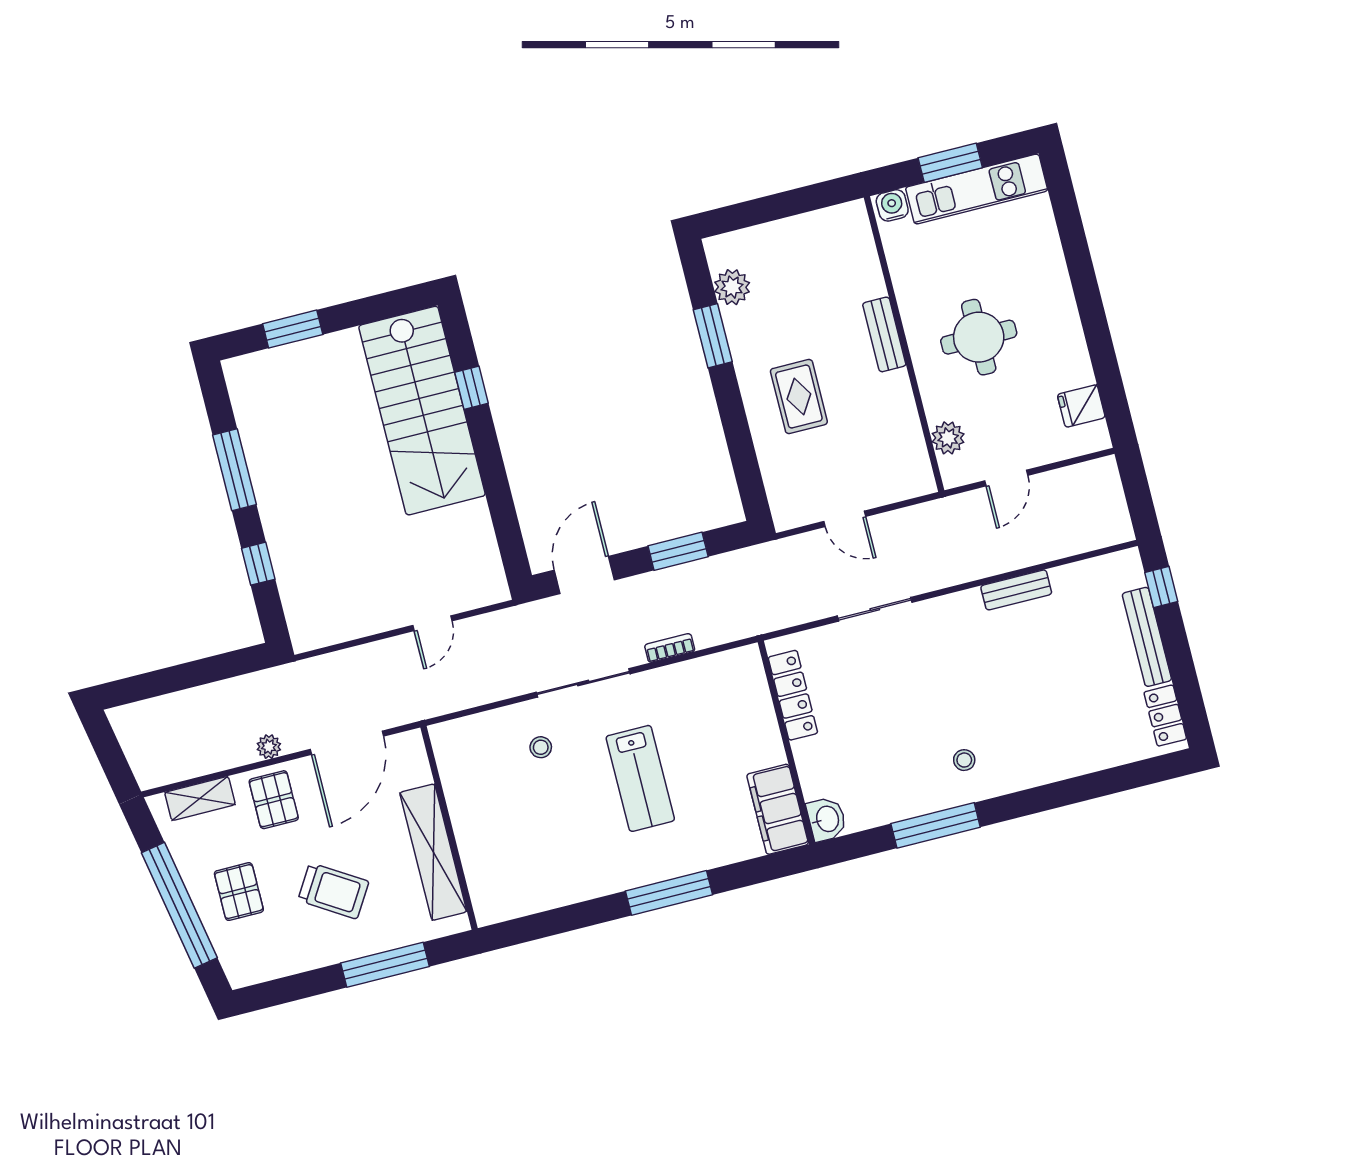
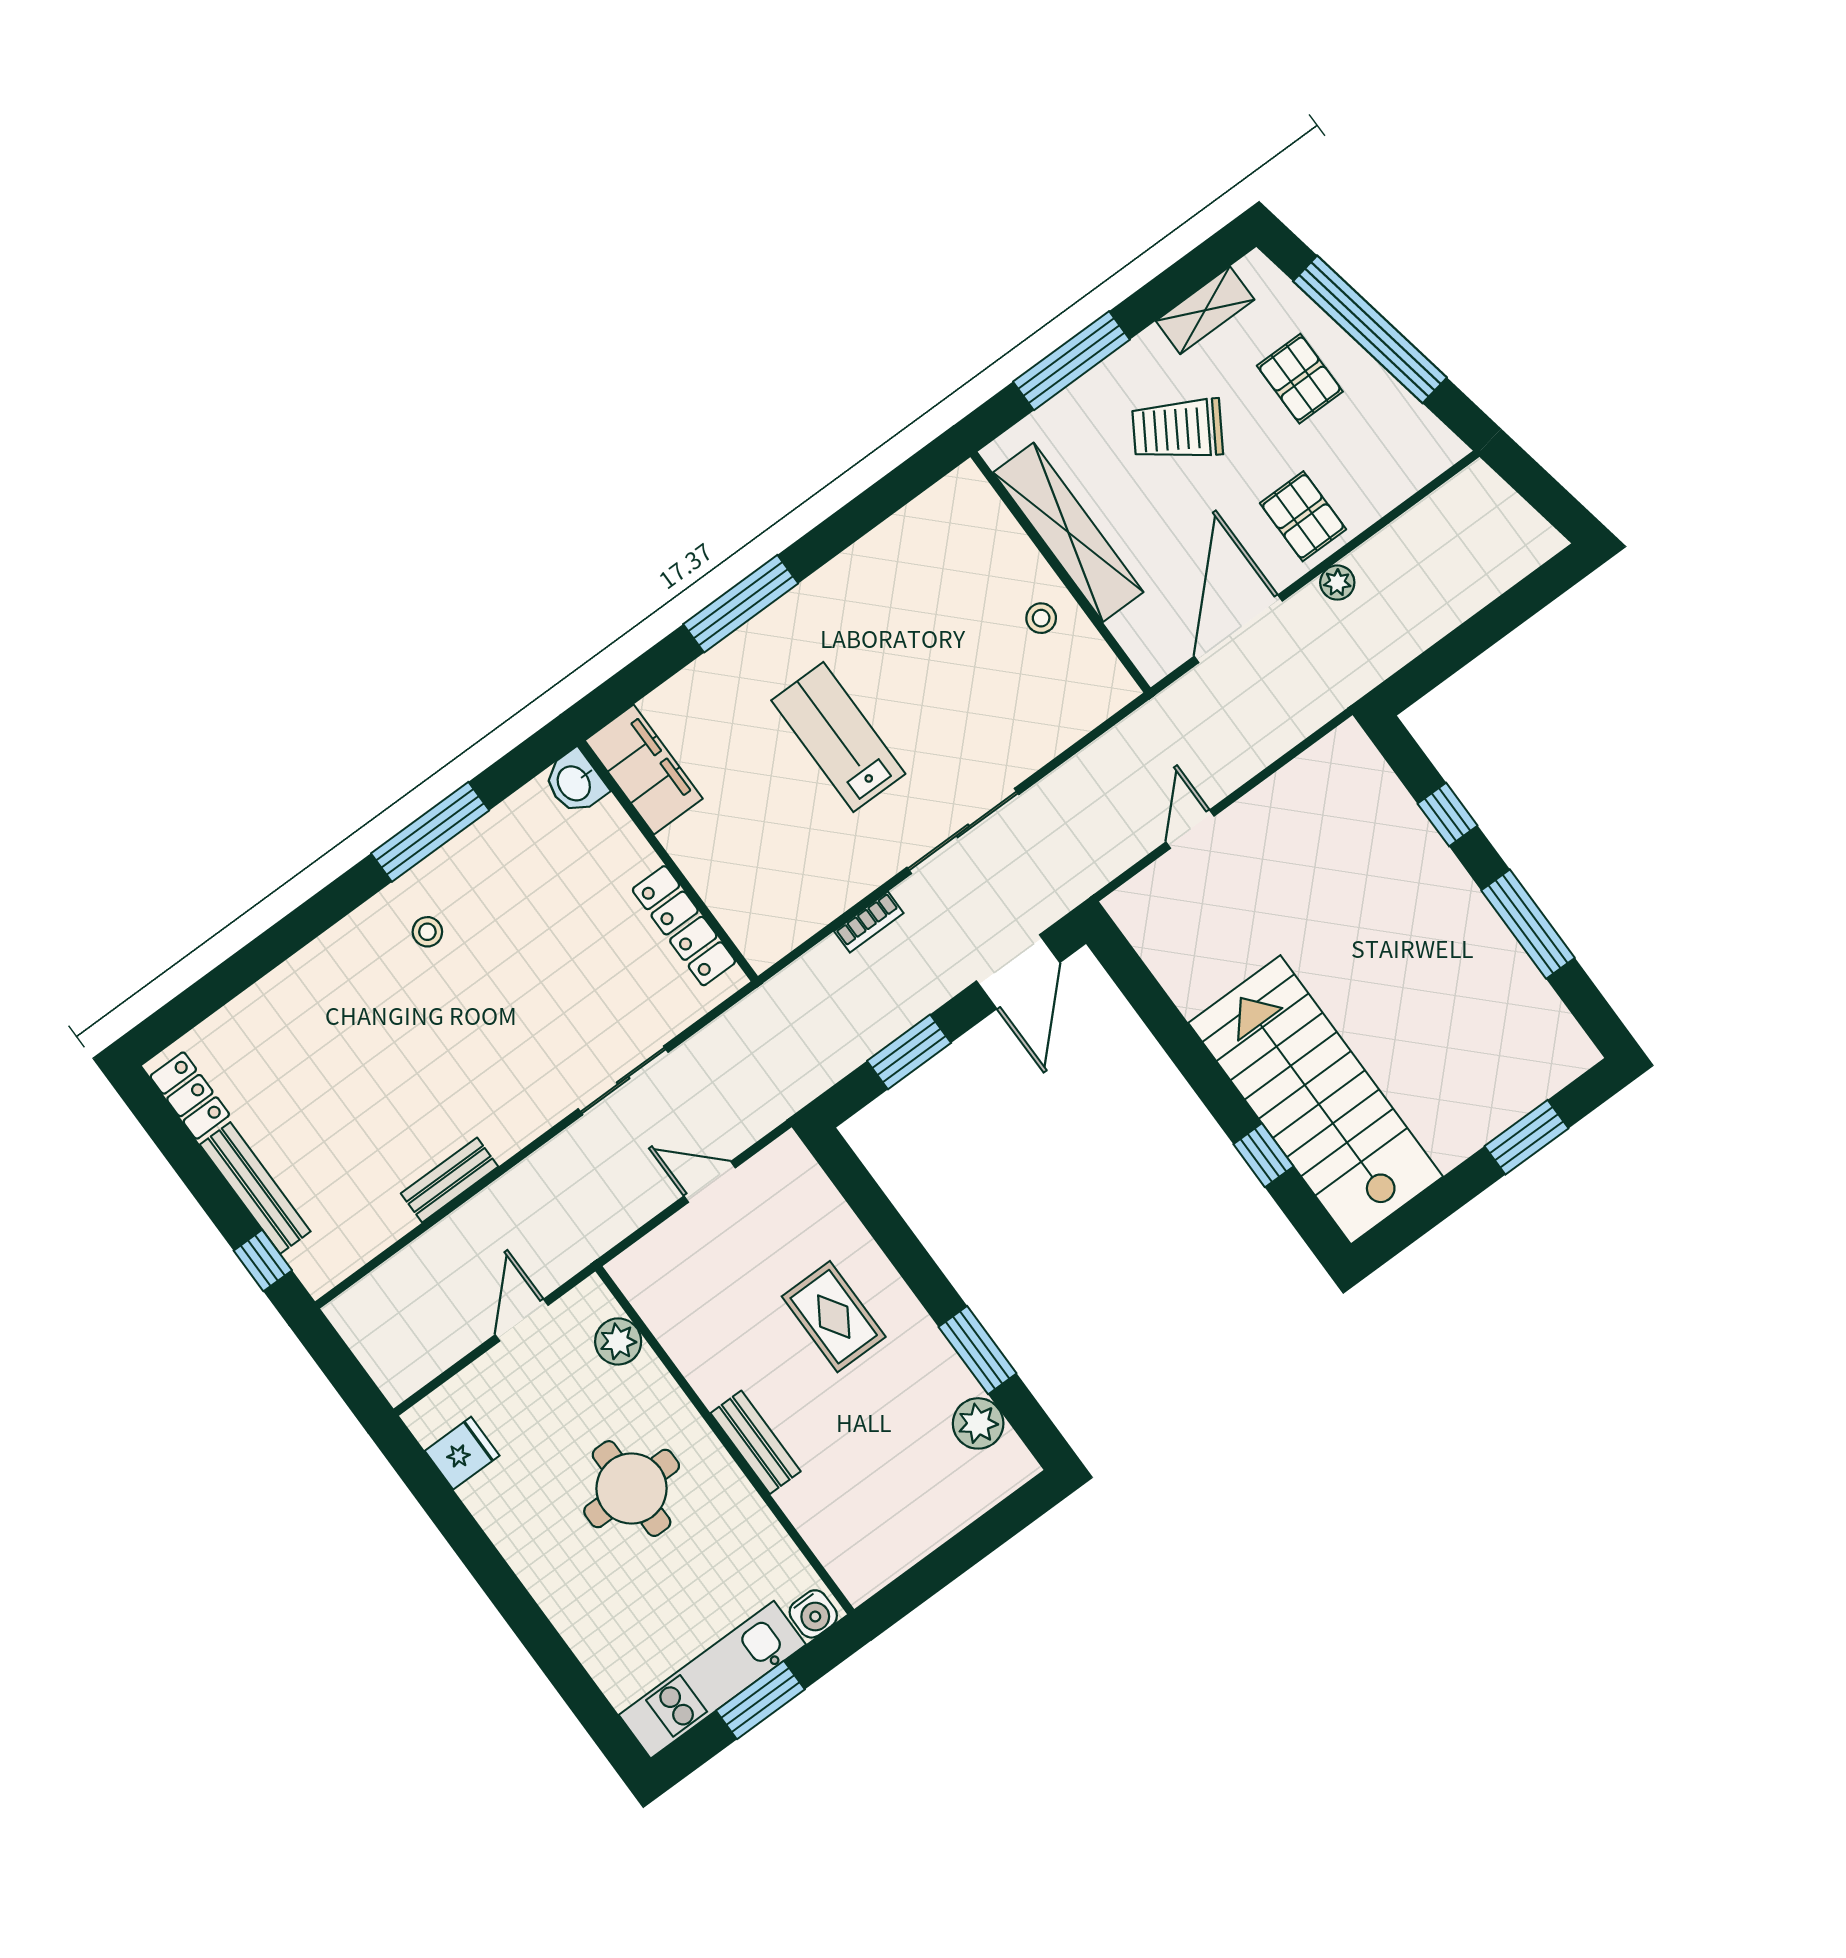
stool: (541, 747) -> (1041, 618), moved
shelving: (200, 798) -> (1205, 310), moved

